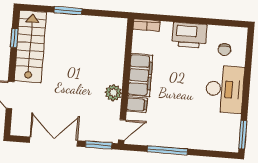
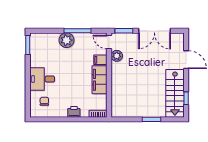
printer: (189, 35) -> (74, 112), width x0.53, depth x0.68
desk: (225, 89) -> (42, 79), width x0.73
plant: (113, 93) -> (117, 56), moved
door: (122, 130) -> (109, 42), hinge flipped
plant: (185, 137) -> (67, 40), added

